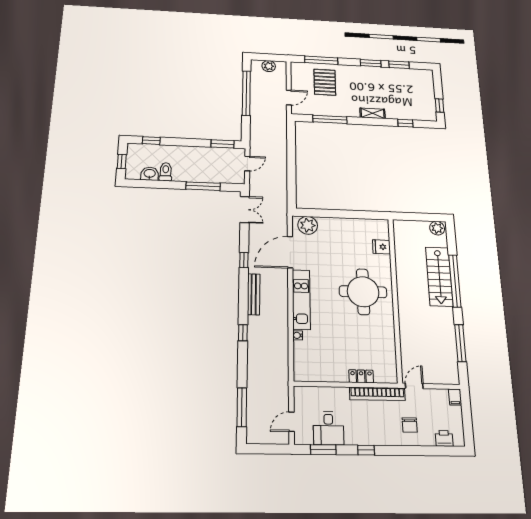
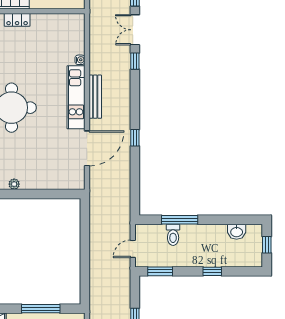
window: (151, 141) -> (212, 271), moved
toilet: (166, 172) -> (173, 235), moved
double door: (245, 210) -> (135, 30), moved
plant: (308, 225) -> (14, 184), moved, width x0.53, depth x0.53
bench: (254, 294) -> (95, 97), moved

